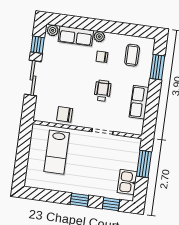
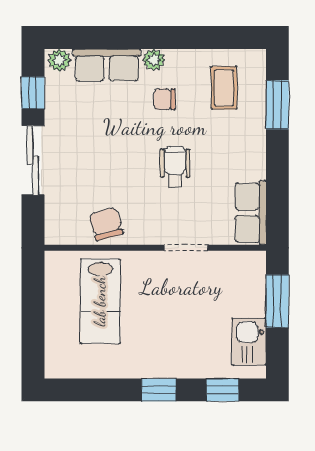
row of seats: (139, 102) -> (251, 213), moved
chair: (65, 114) -> (106, 224), turned 74

